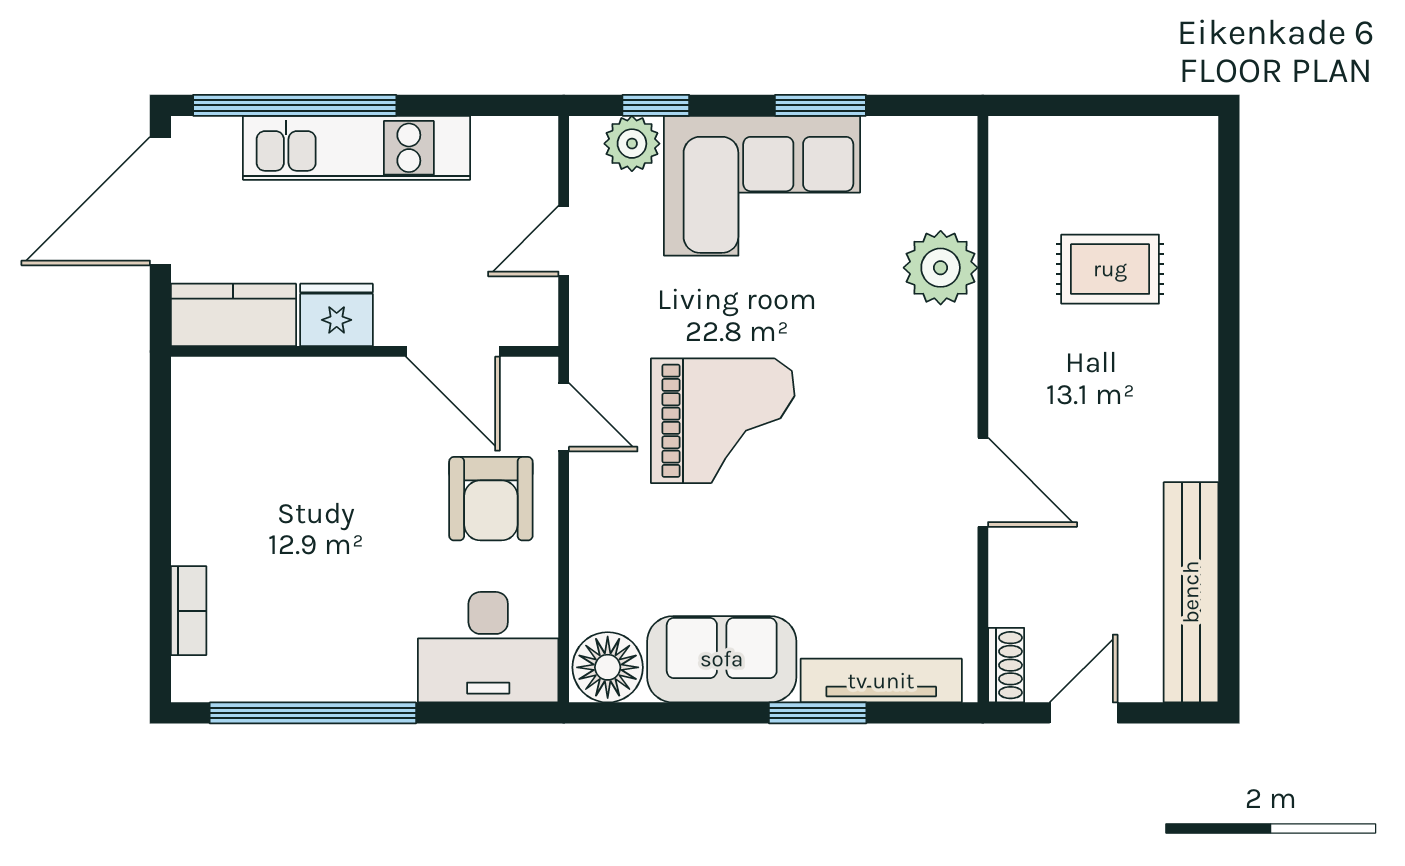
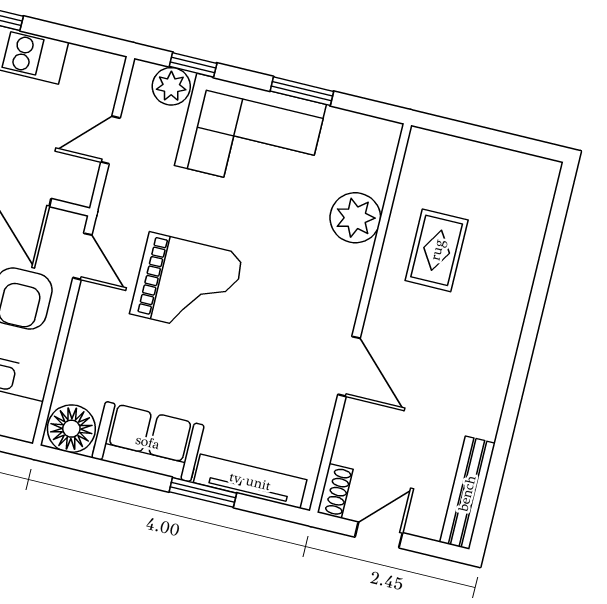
rug: (1110, 269) -> (437, 250), moved, turned 90
bench: (1191, 592) -> (467, 493), width x0.73, depth x0.82

